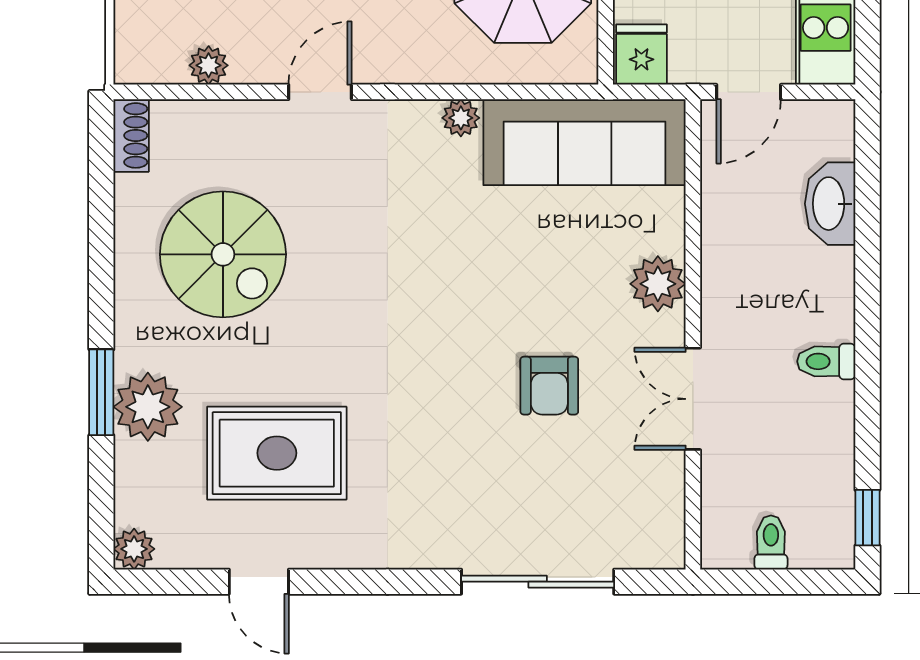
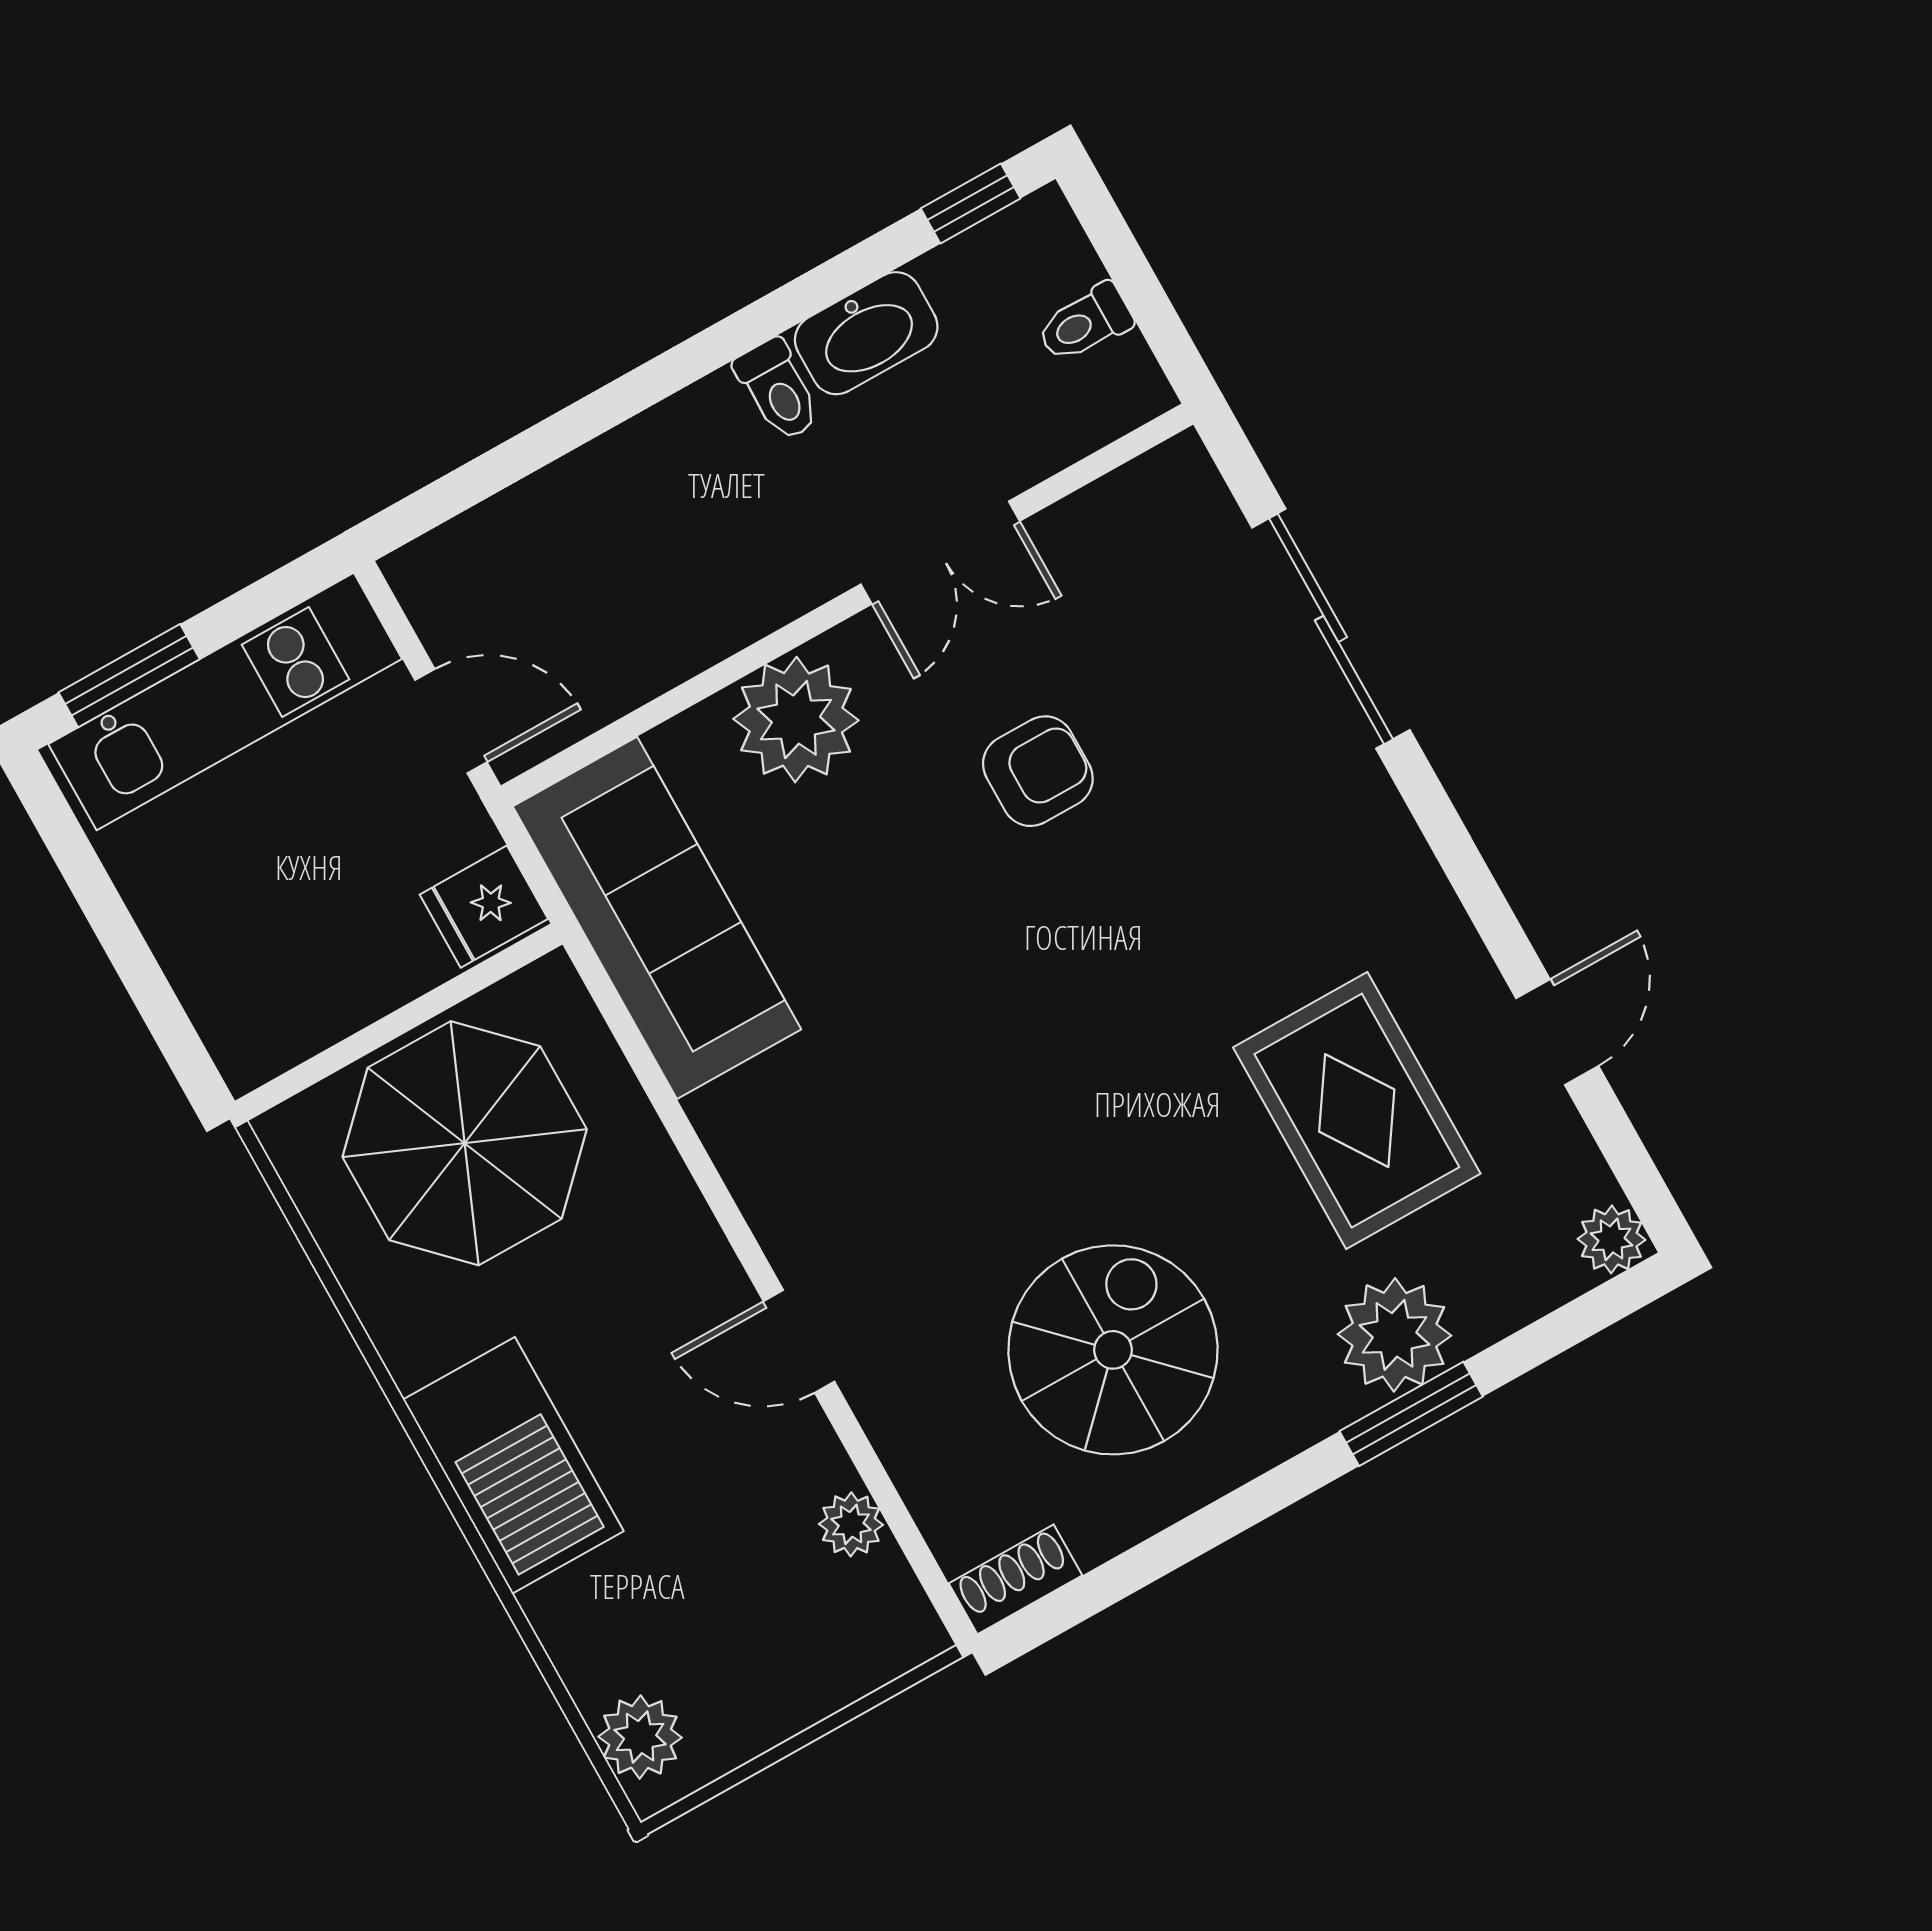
plant: (461, 118) -> (722, 1117), removed
washbasin: (830, 204) -> (866, 333), moved
plant: (658, 284) -> (796, 720), width x1.36, depth x1.36

